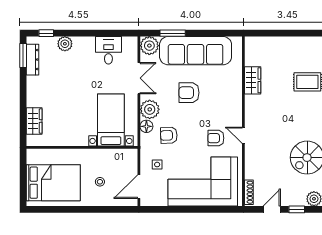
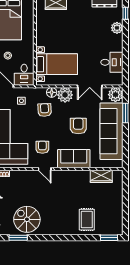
wardrobe: (253, 80) -> (101, 176), moved
sofa: (230, 98) -> (74, 159), added
door: (243, 135) -> (45, 169), swing flipped
desk: (124, 161) -> (24, 75), added

